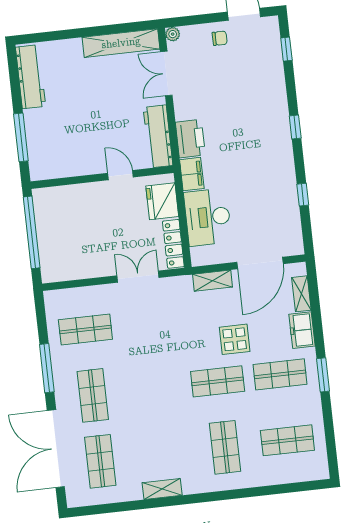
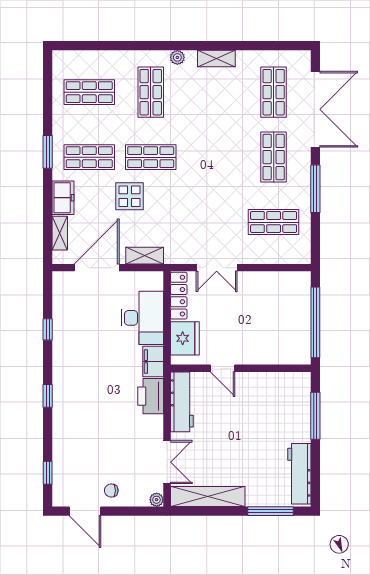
window: (55, 36) -> (271, 511), added
plant: (202, 486) -> (177, 57), added

